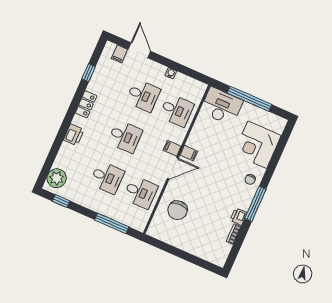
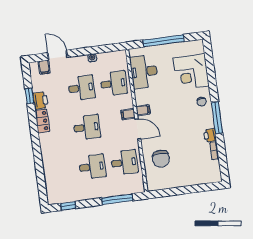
desk: (221, 106) -> (144, 72), moved, turned -90
printer: (74, 135) -> (40, 100), moved
door: (173, 168) -> (138, 129), hinge flipped
plant: (57, 178) -> (54, 191), removed

